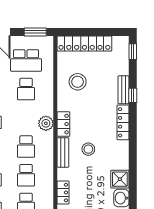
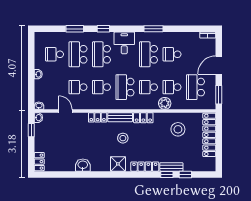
window: (133, 52) -> (185, 174), moved
school desk: (26, 118) -> (148, 87), added
plant: (46, 123) -> (165, 103), moved
school desk: (26, 147) -> (125, 87), width x1.85
shower: (120, 179) -> (118, 164), moved
locker: (63, 193) -> (98, 117), moved

